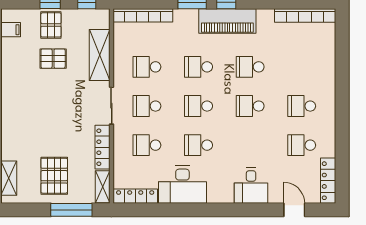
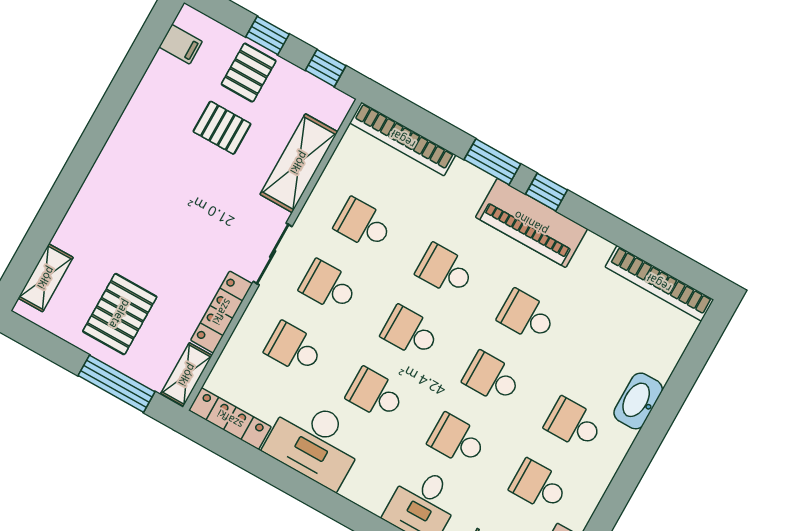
washbasin: (327, 78) -> (638, 401), added
school desk: (250, 145) -> (457, 440), added

